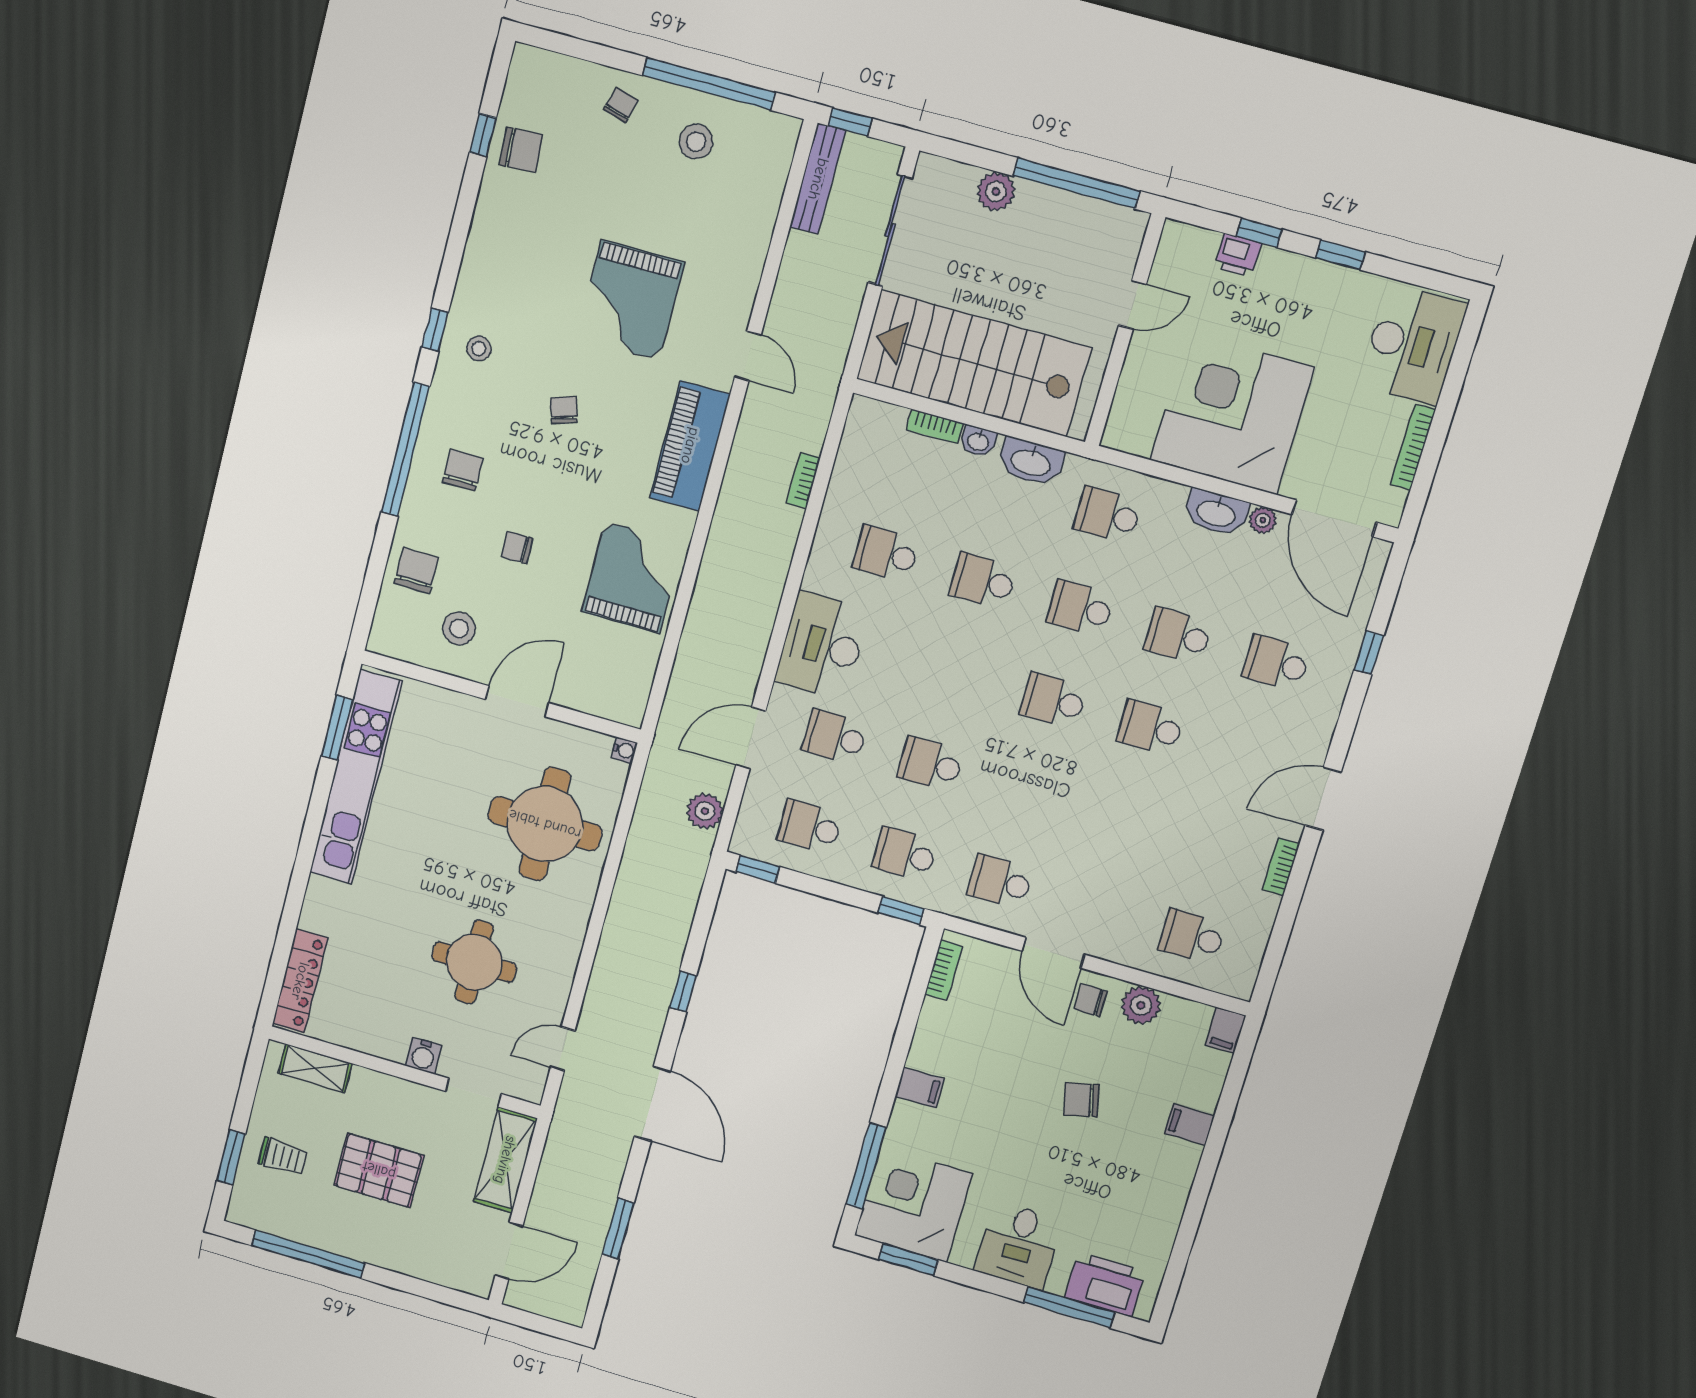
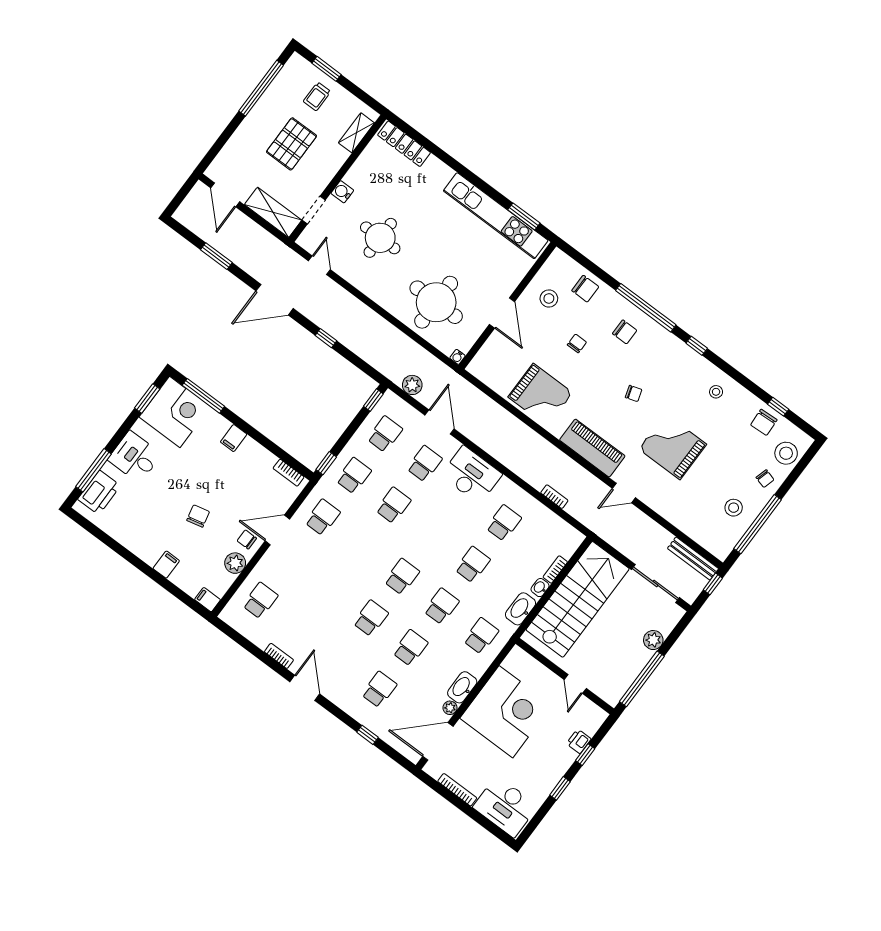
stool: (560, 85) -> (786, 453), added
stool: (479, 349) -> (716, 392), moved
chair: (1091, 1000) -> (247, 539), turned -90

